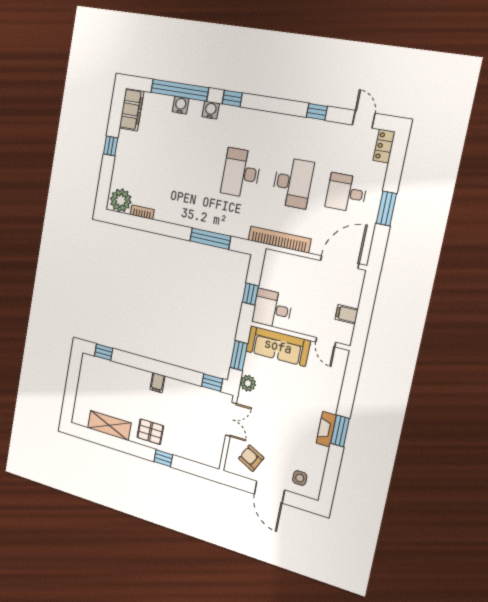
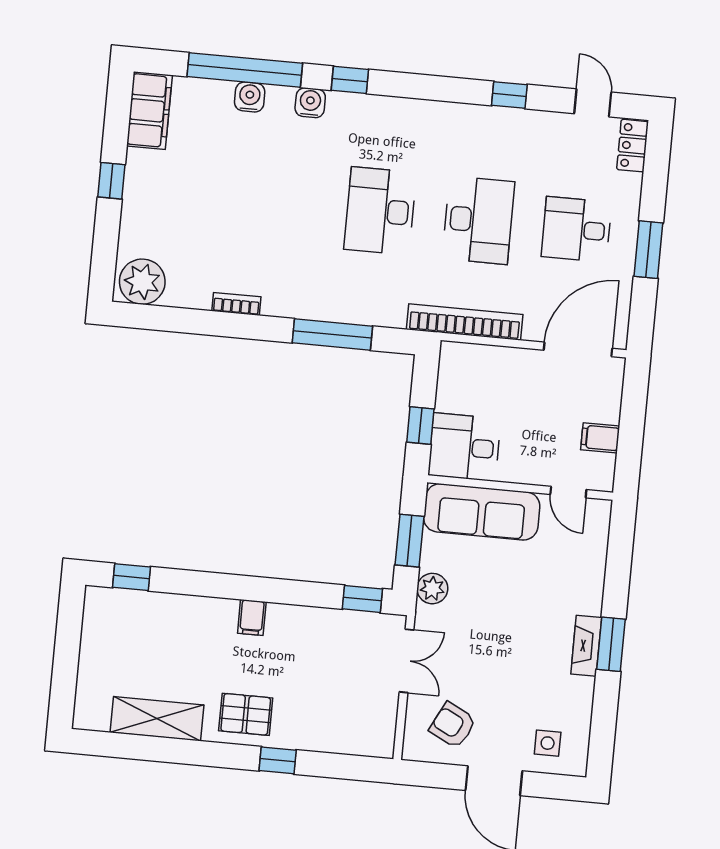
bookcase: (142, 212) -> (236, 304), moved

